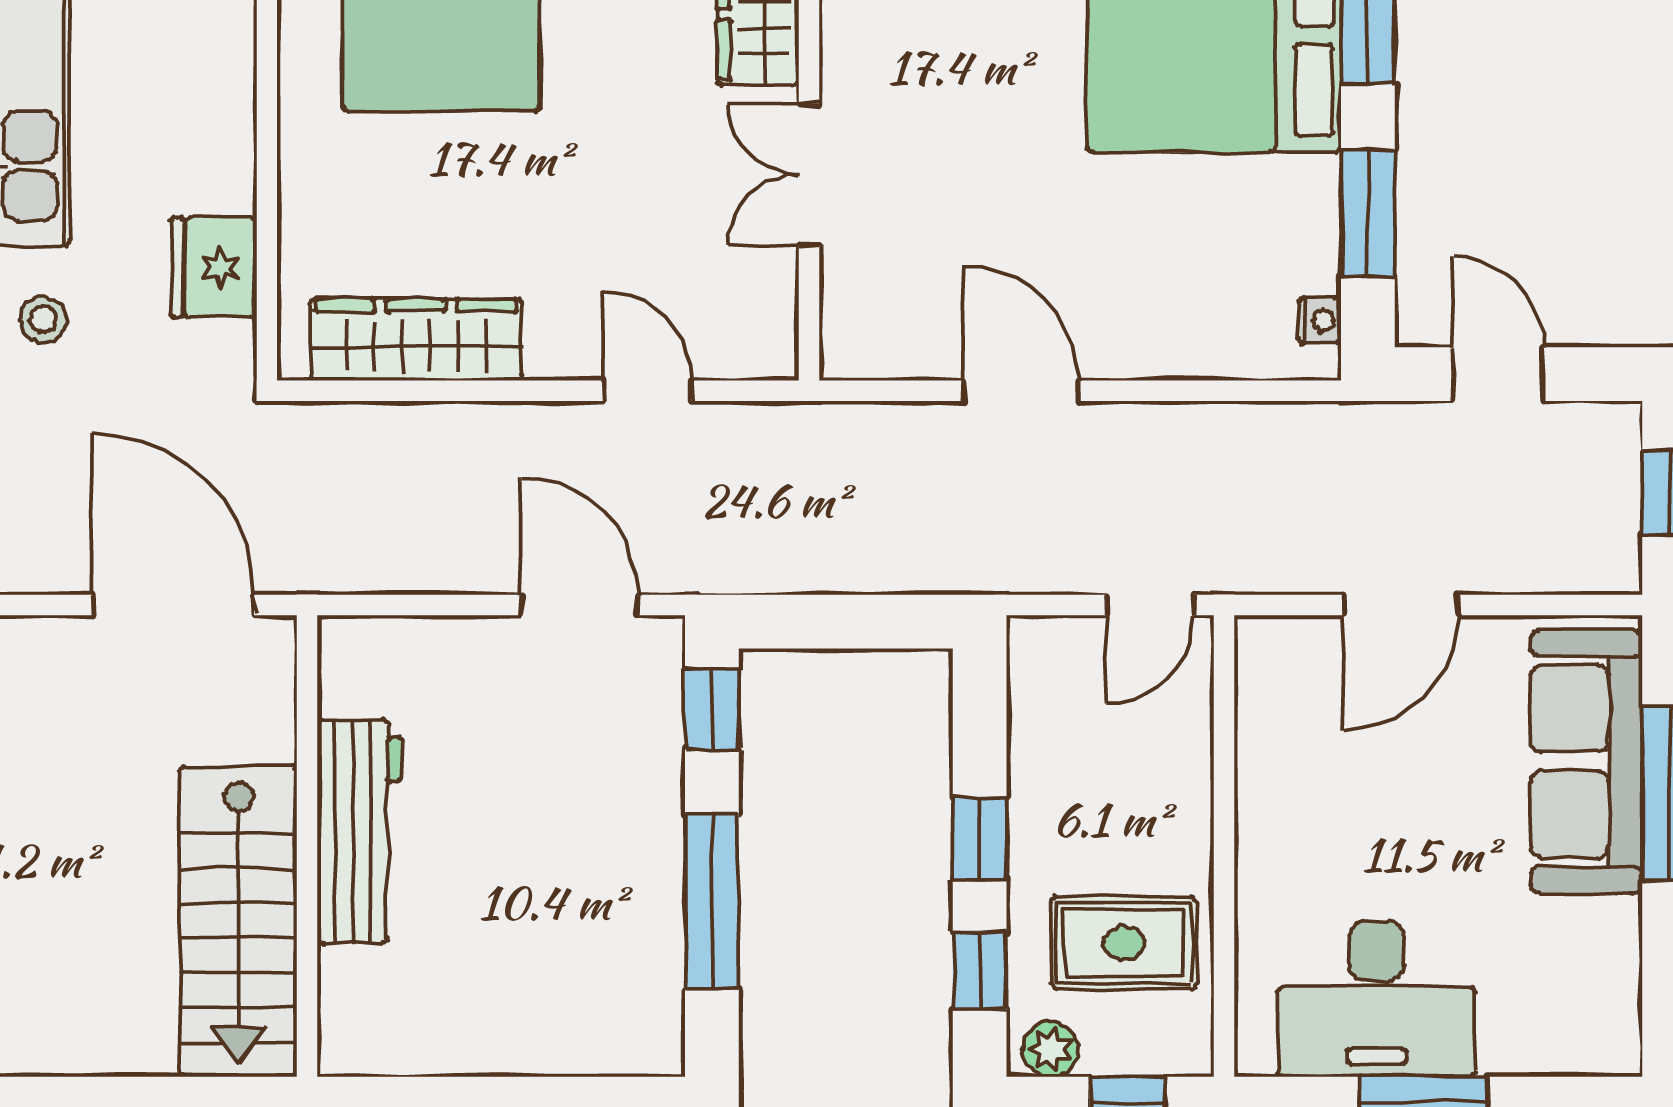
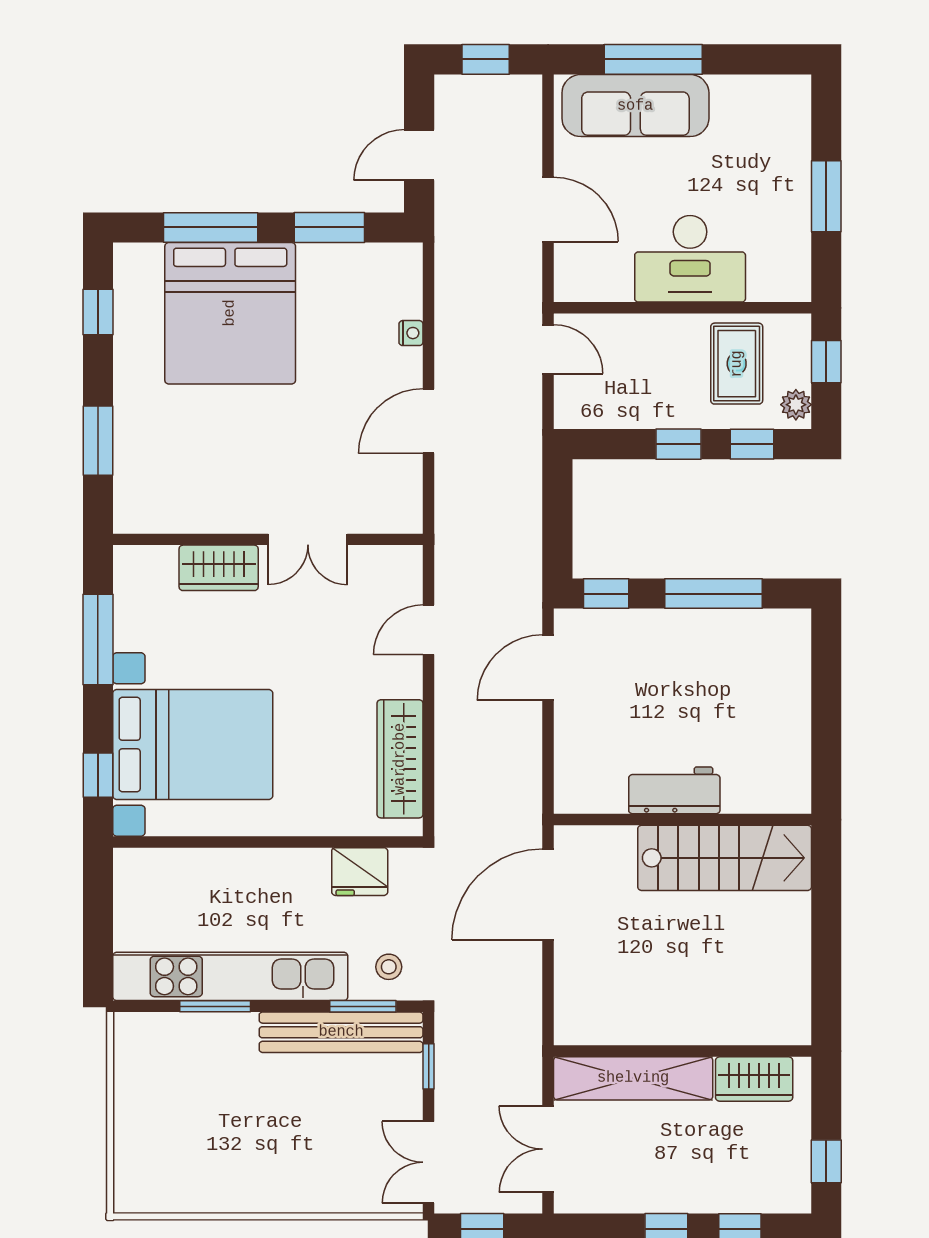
nightstand: (1320, 321) -> (411, 333), moved, turned 90
workbench: (359, 831) -> (674, 790), width x0.73
desk: (1377, 999) -> (690, 259), moved, turned 90

